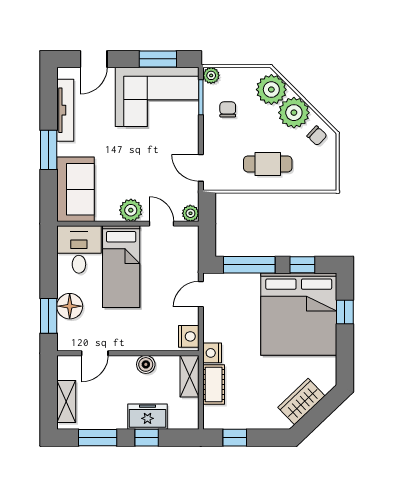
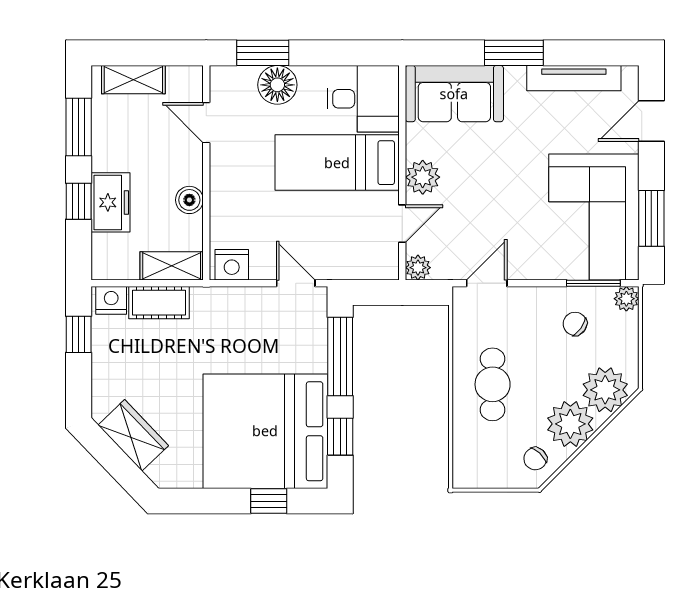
door: (94, 59) -> (651, 121), hinge flipped
chair: (228, 109) -> (575, 324), turned -144
nightstand: (212, 353) -> (111, 300), moved

